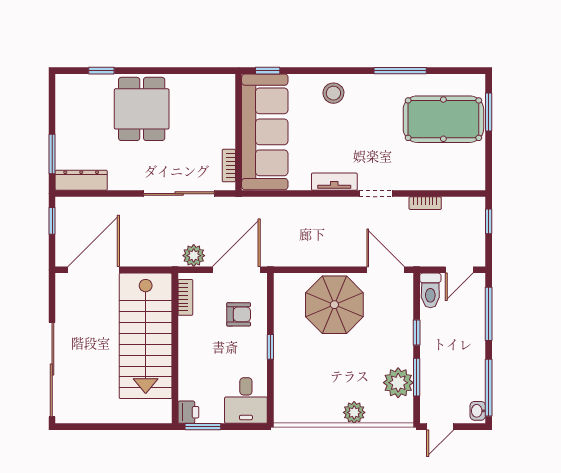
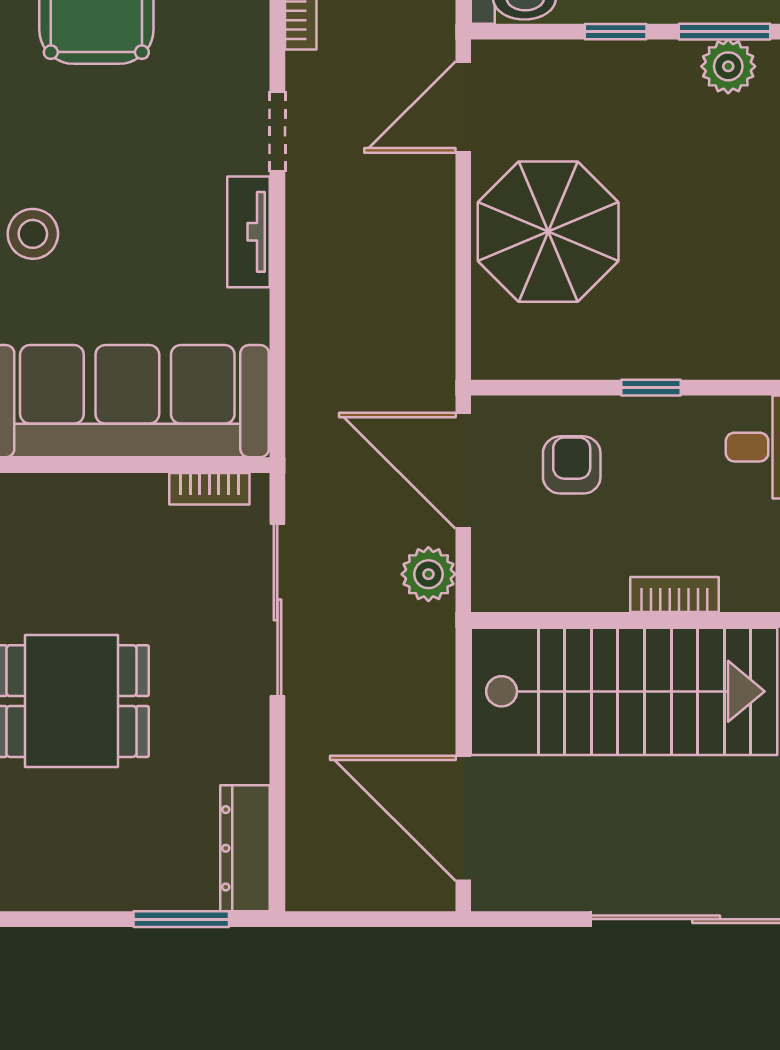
window: (52, 221) -> (344, 919), removed
bookcase: (185, 297) -> (675, 594), moved
plant: (398, 383) -> (728, 66), width x0.73, depth x0.73

